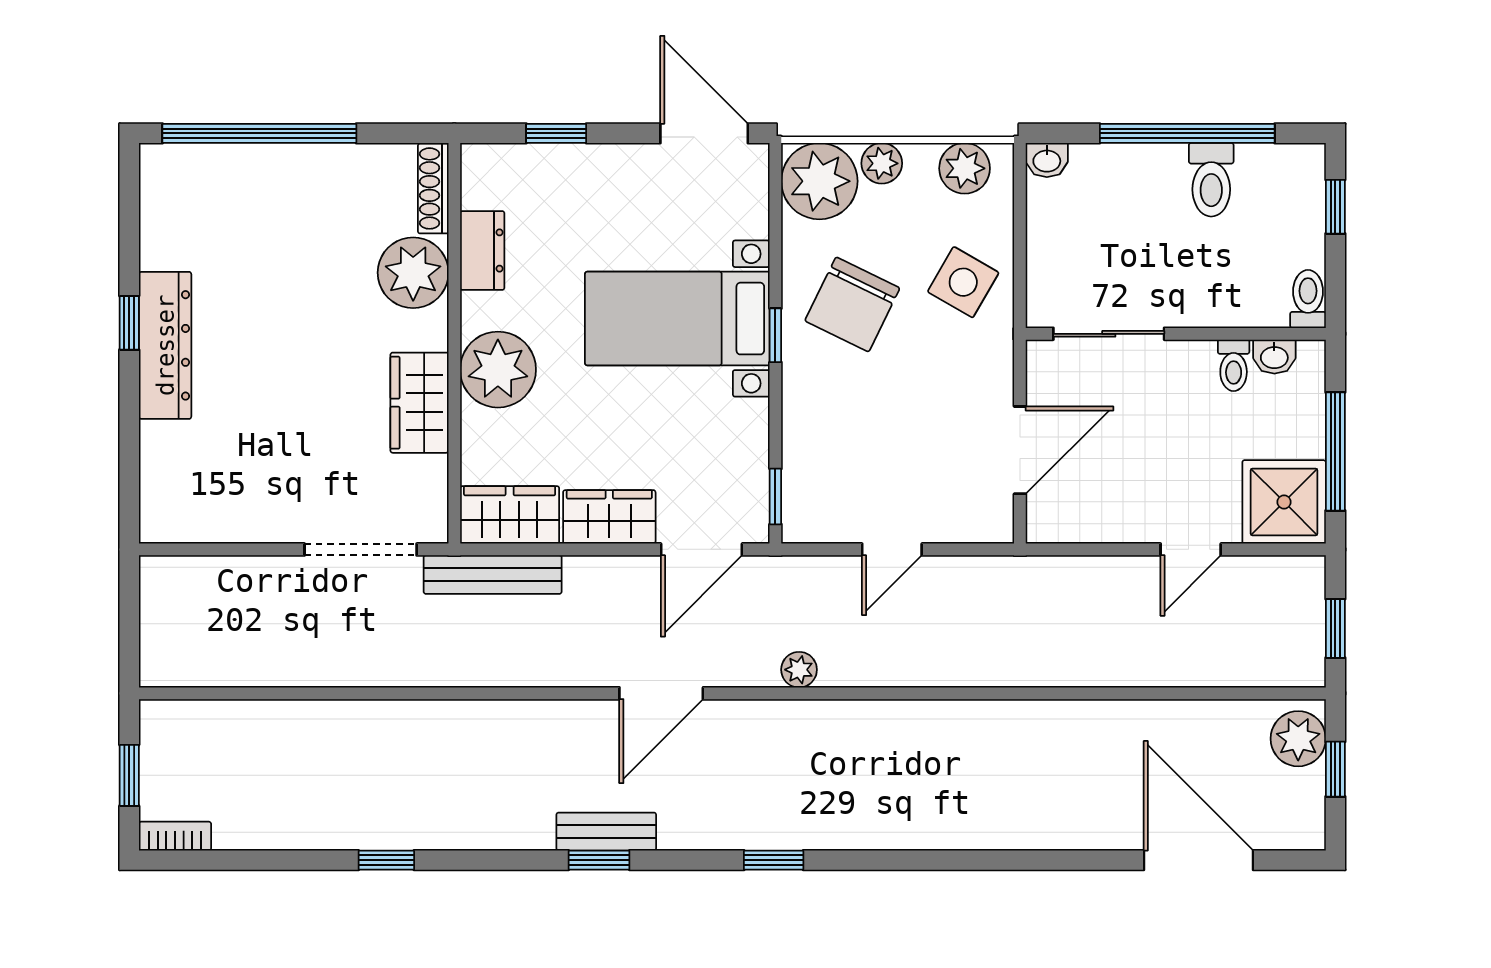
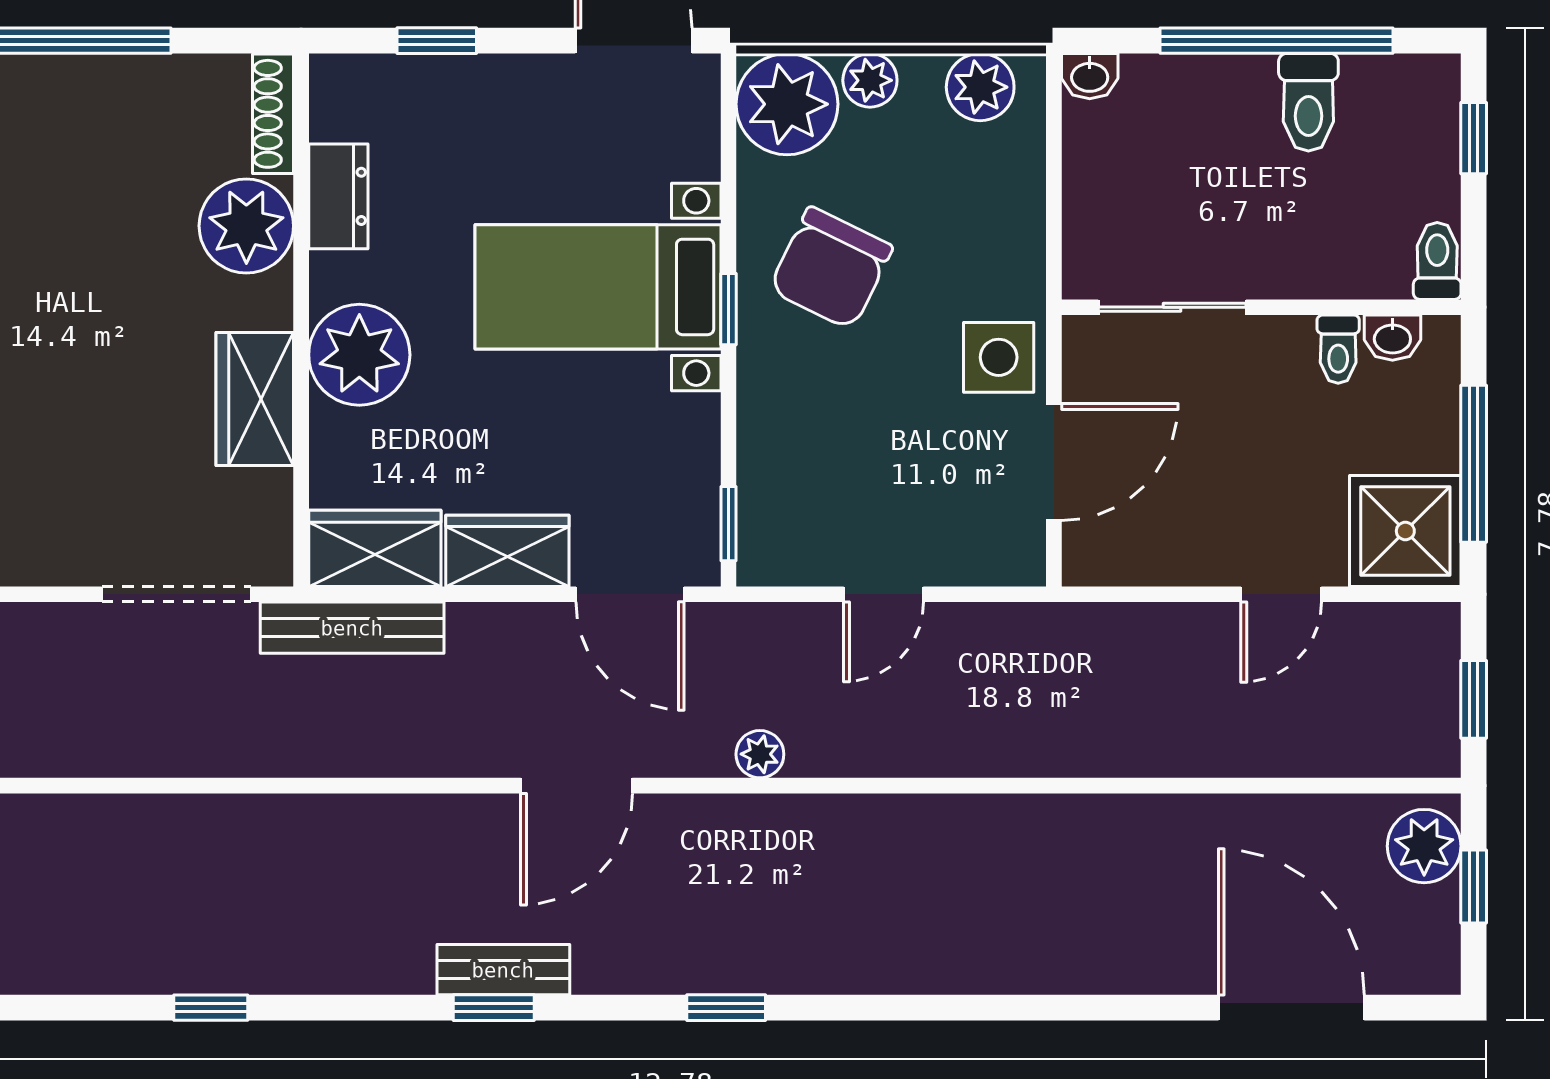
side table: (963, 282) -> (999, 357), moved, turned -30
door: (701, 549) -> (630, 594), hinge flipped

